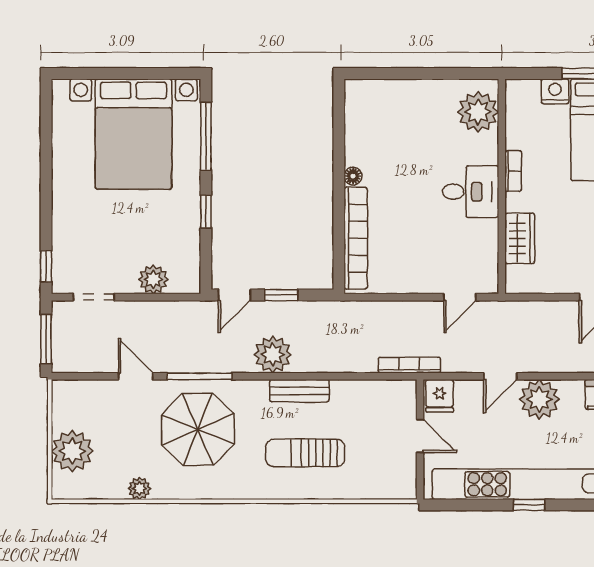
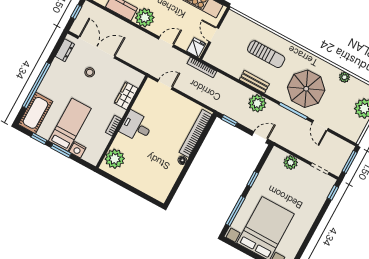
window: (281, 295) -> (229, 121), moved
plant: (539, 399) -> (145, 18), moved

